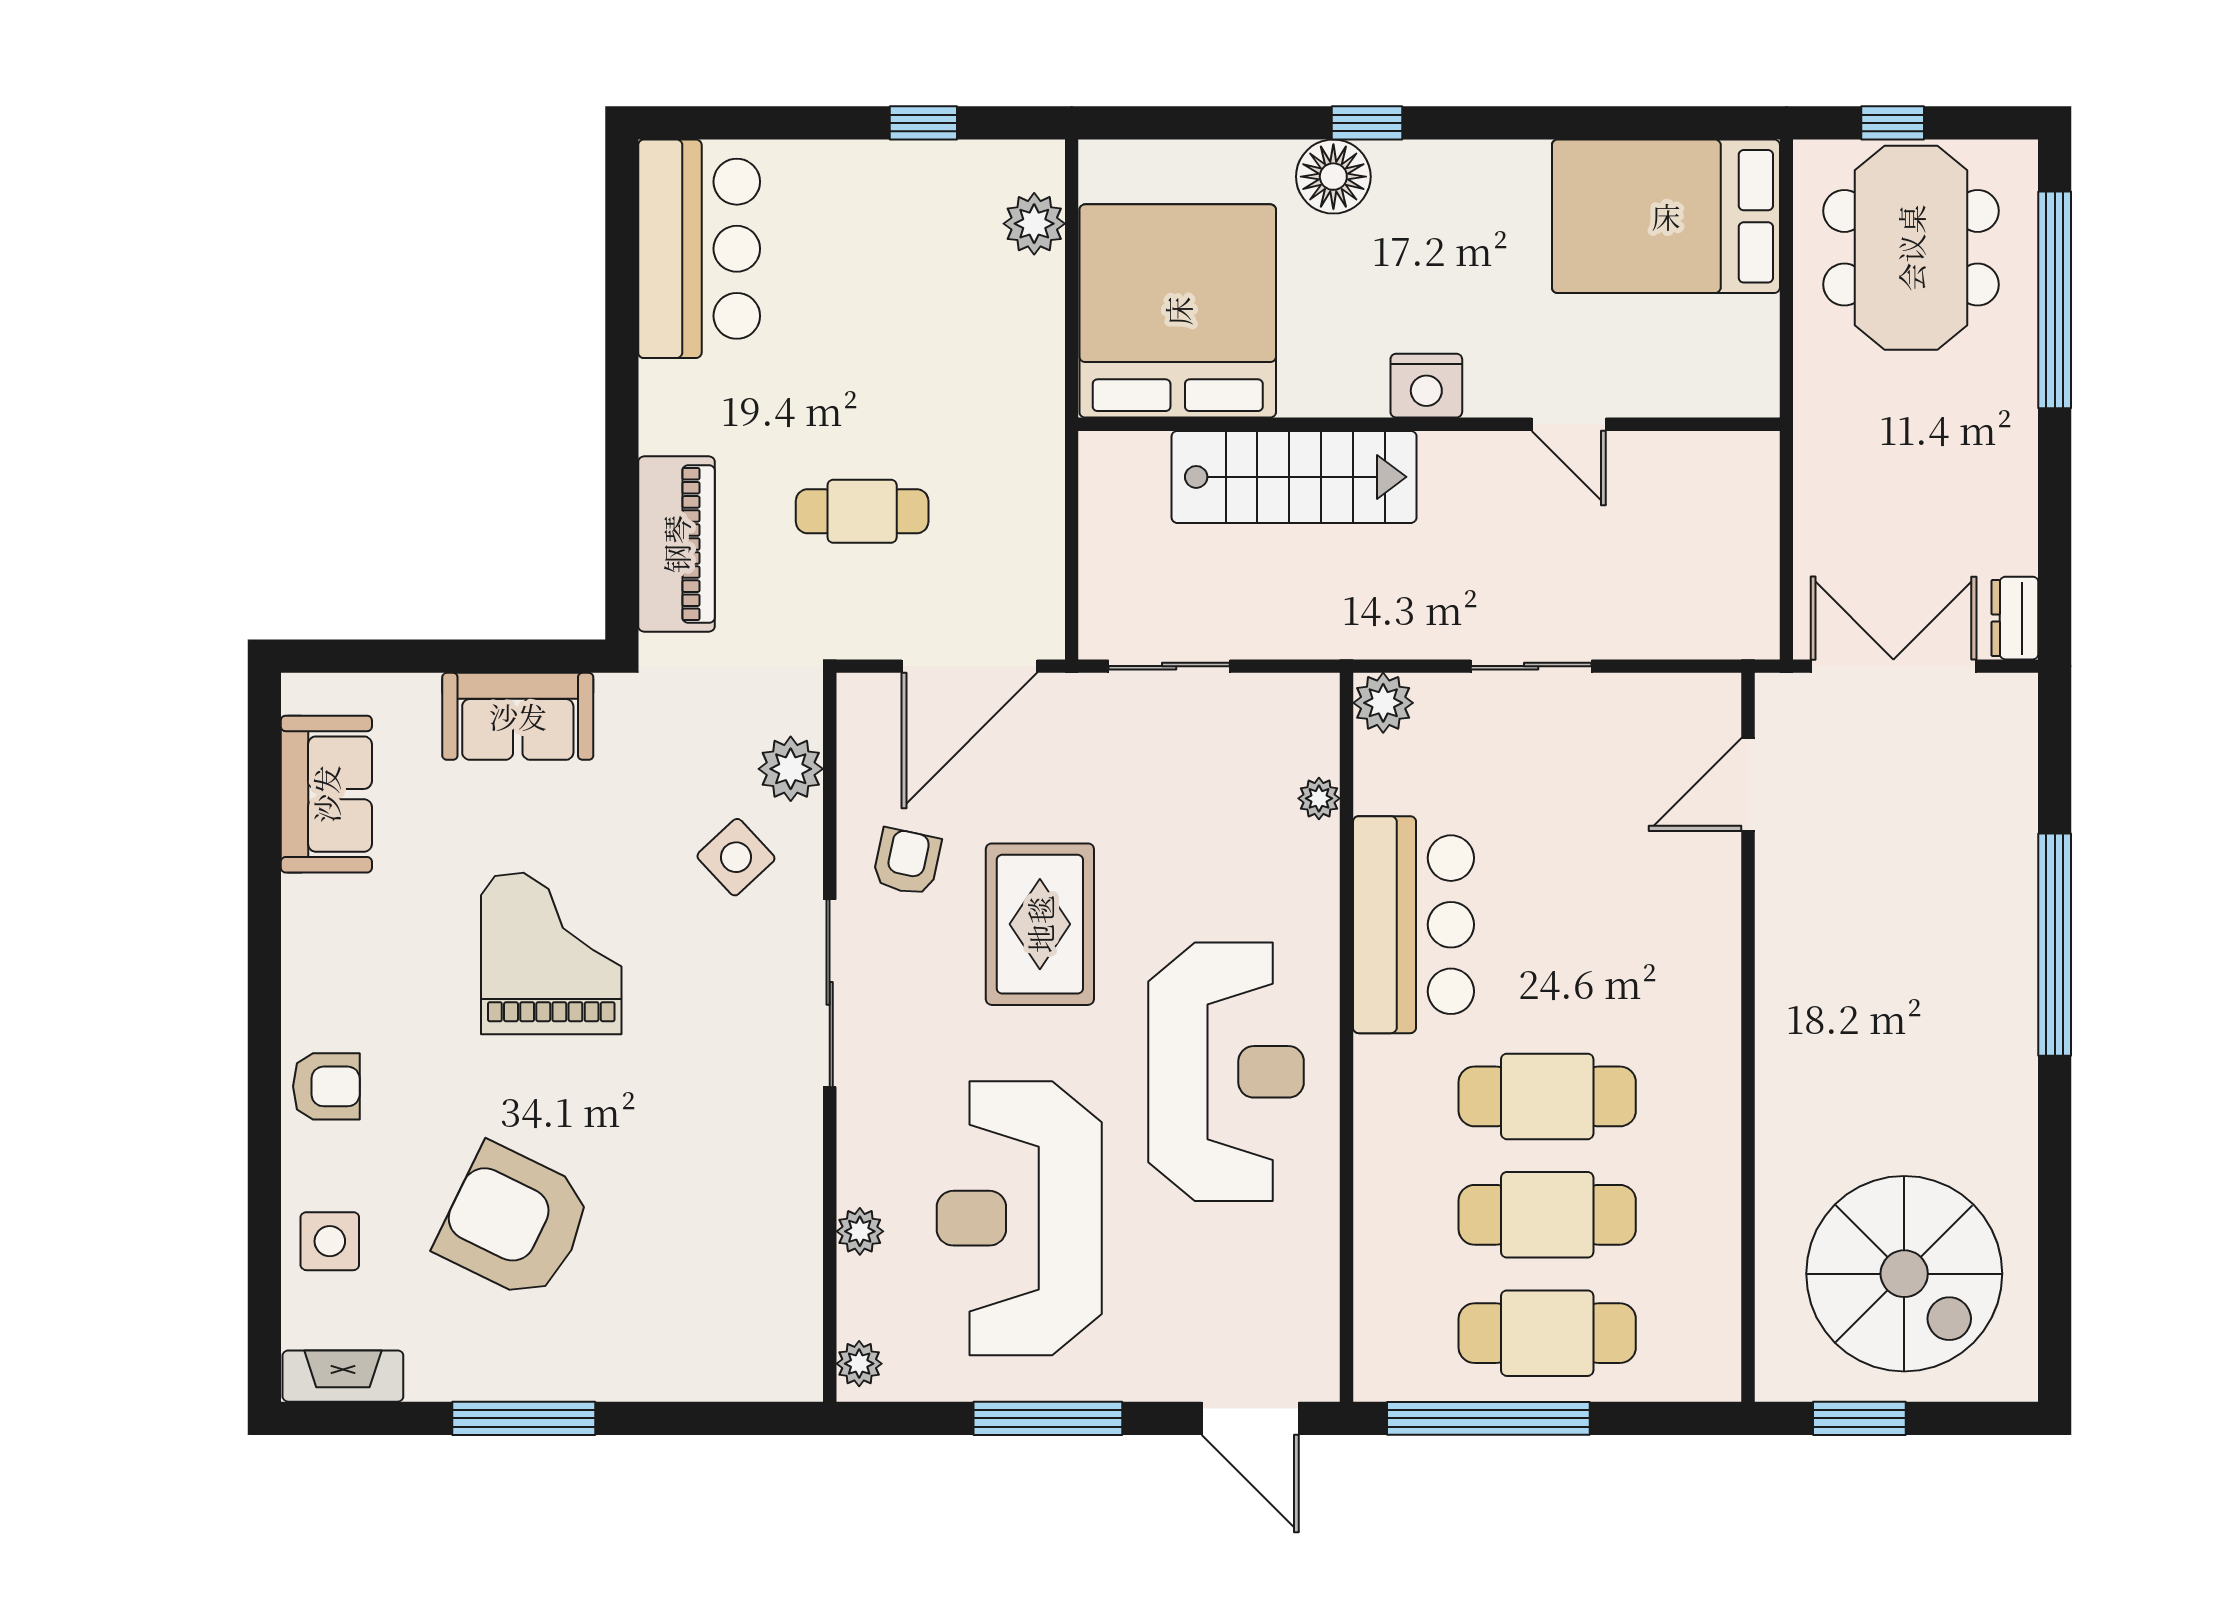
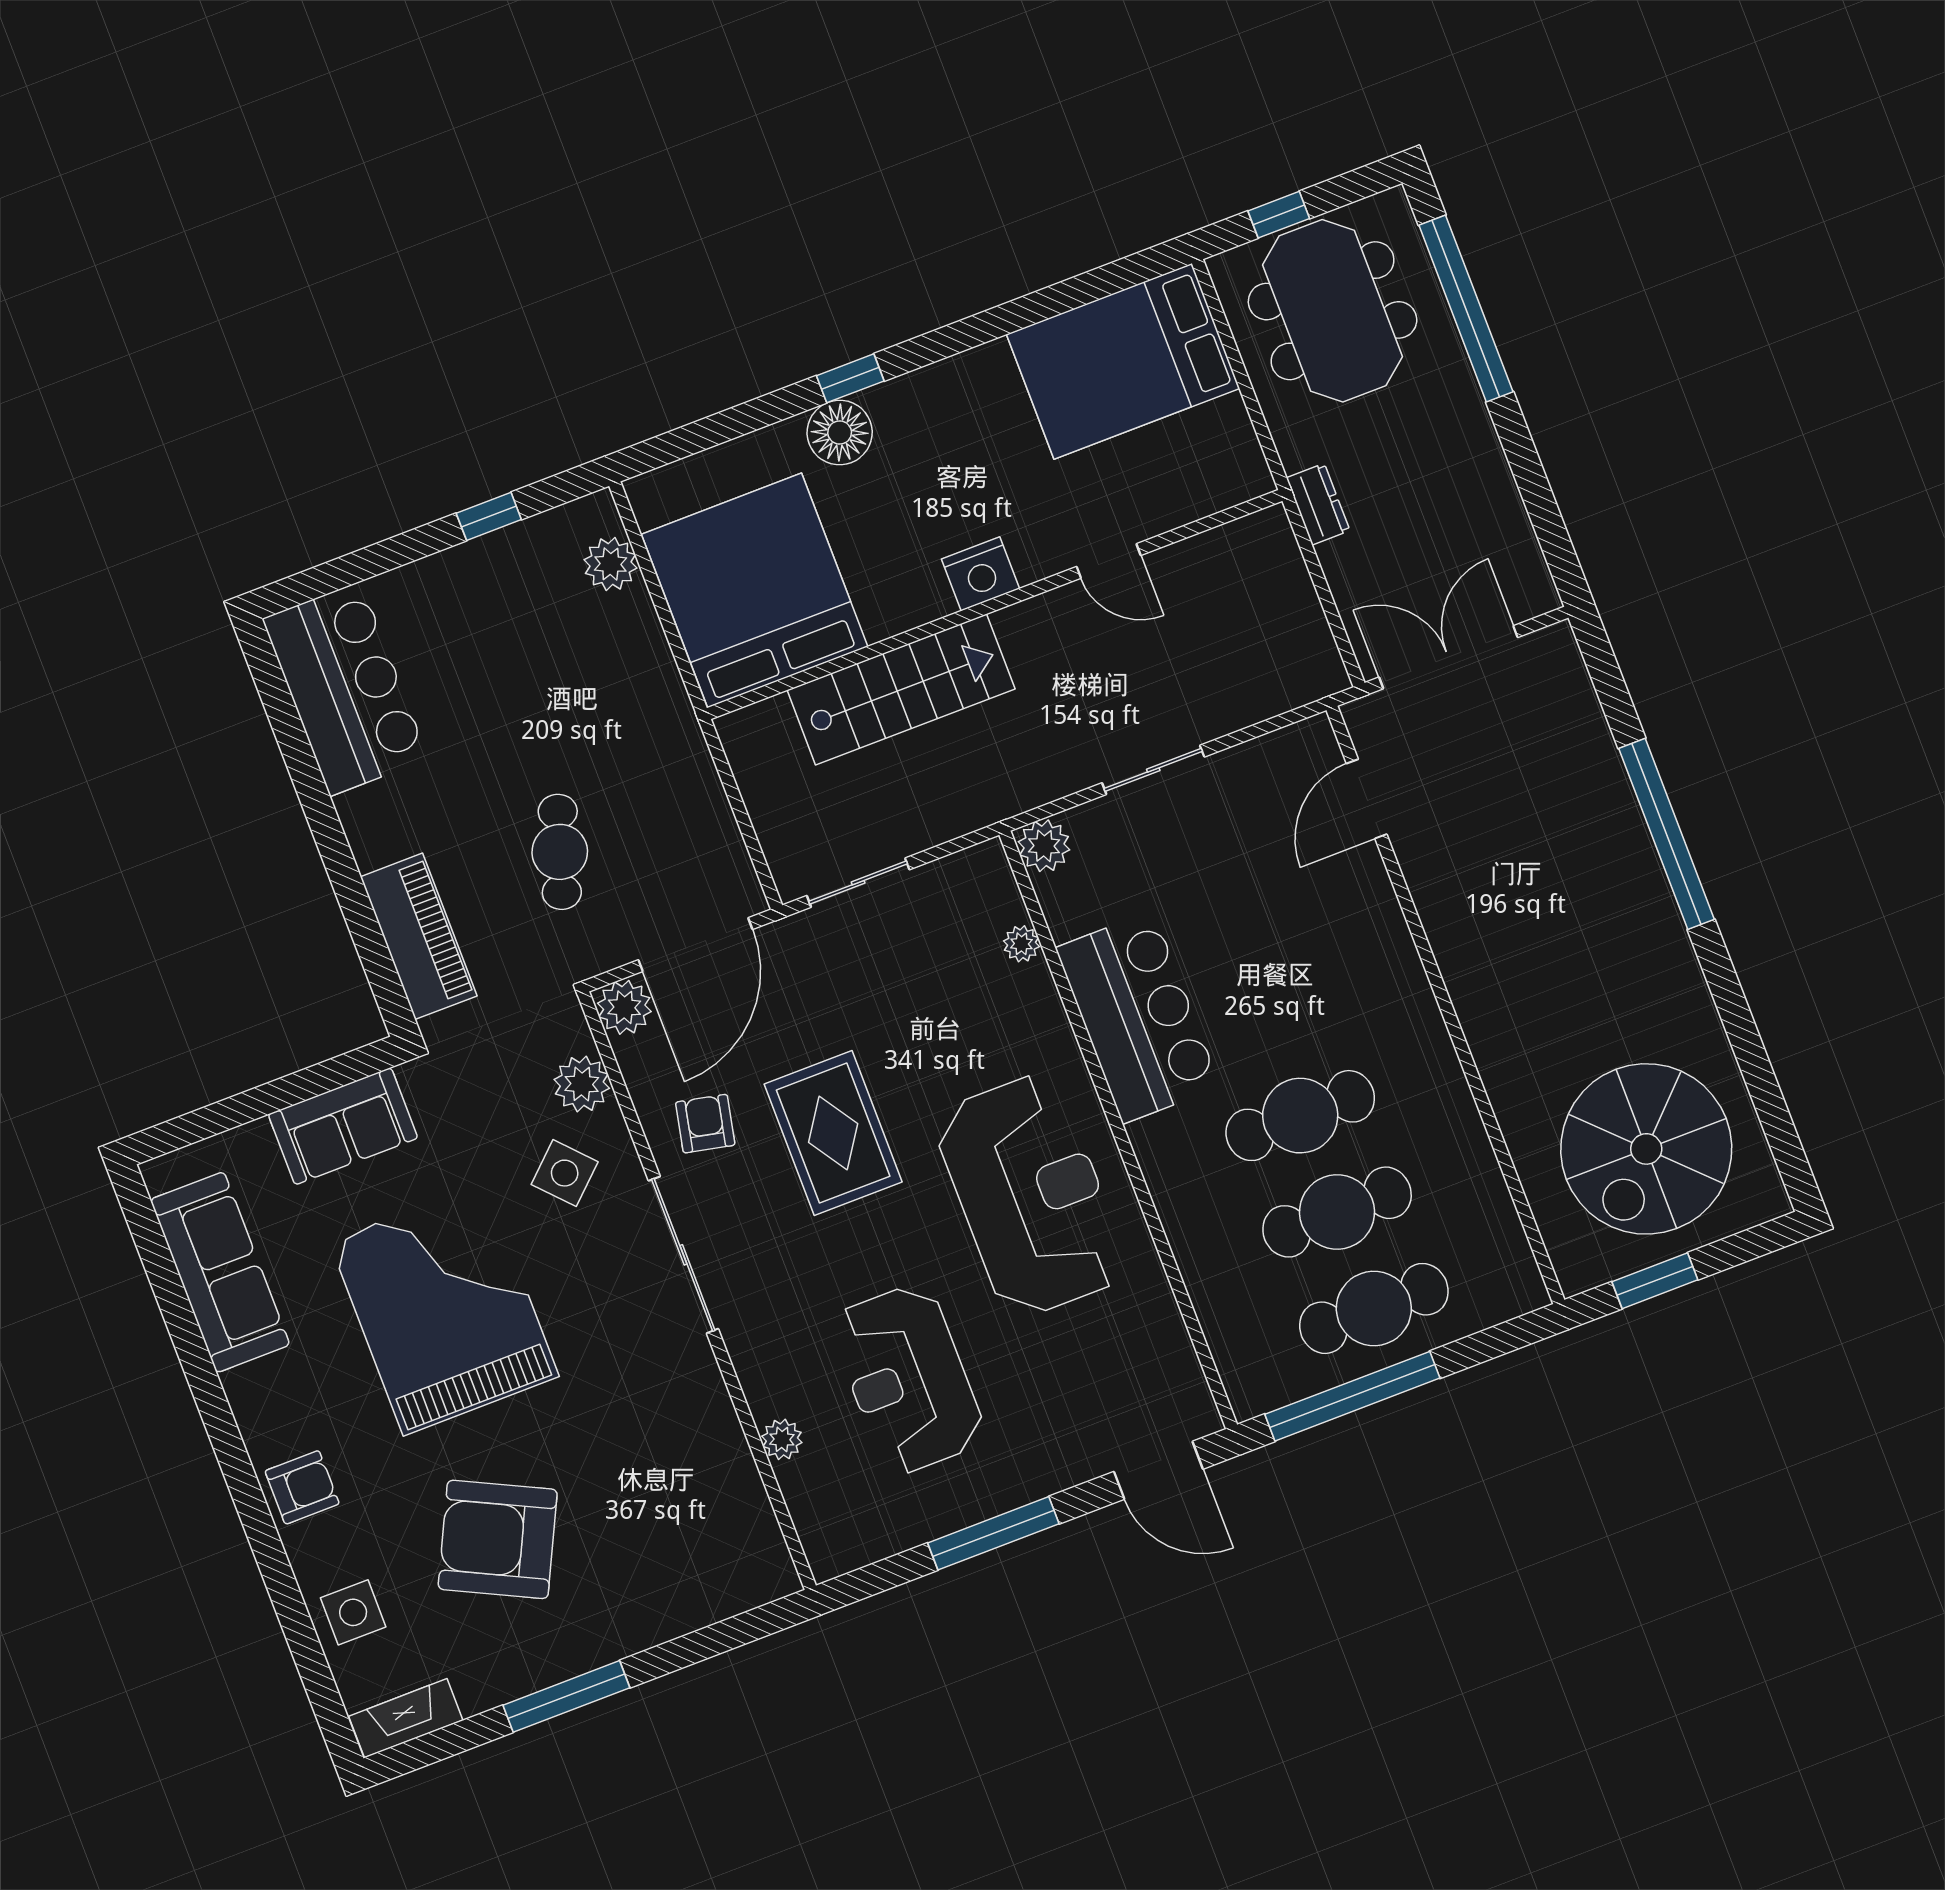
cafe table: (862, 511) -> (560, 852), turned -72
dresser: (2015, 618) -> (1318, 504), moved, turned 180
sofa: (326, 794) -> (220, 1272), width x1.36
grand piano: (551, 953) -> (444, 1309), width x1.37, depth x1.48
reception desk: (1019, 1218) -> (908, 1379), width x0.74, depth x0.77
spiral stairs: (1904, 1274) -> (1646, 1149), turned 90
plant: (859, 1364) -> (624, 1007), moved, width x1.38, depth x1.38

